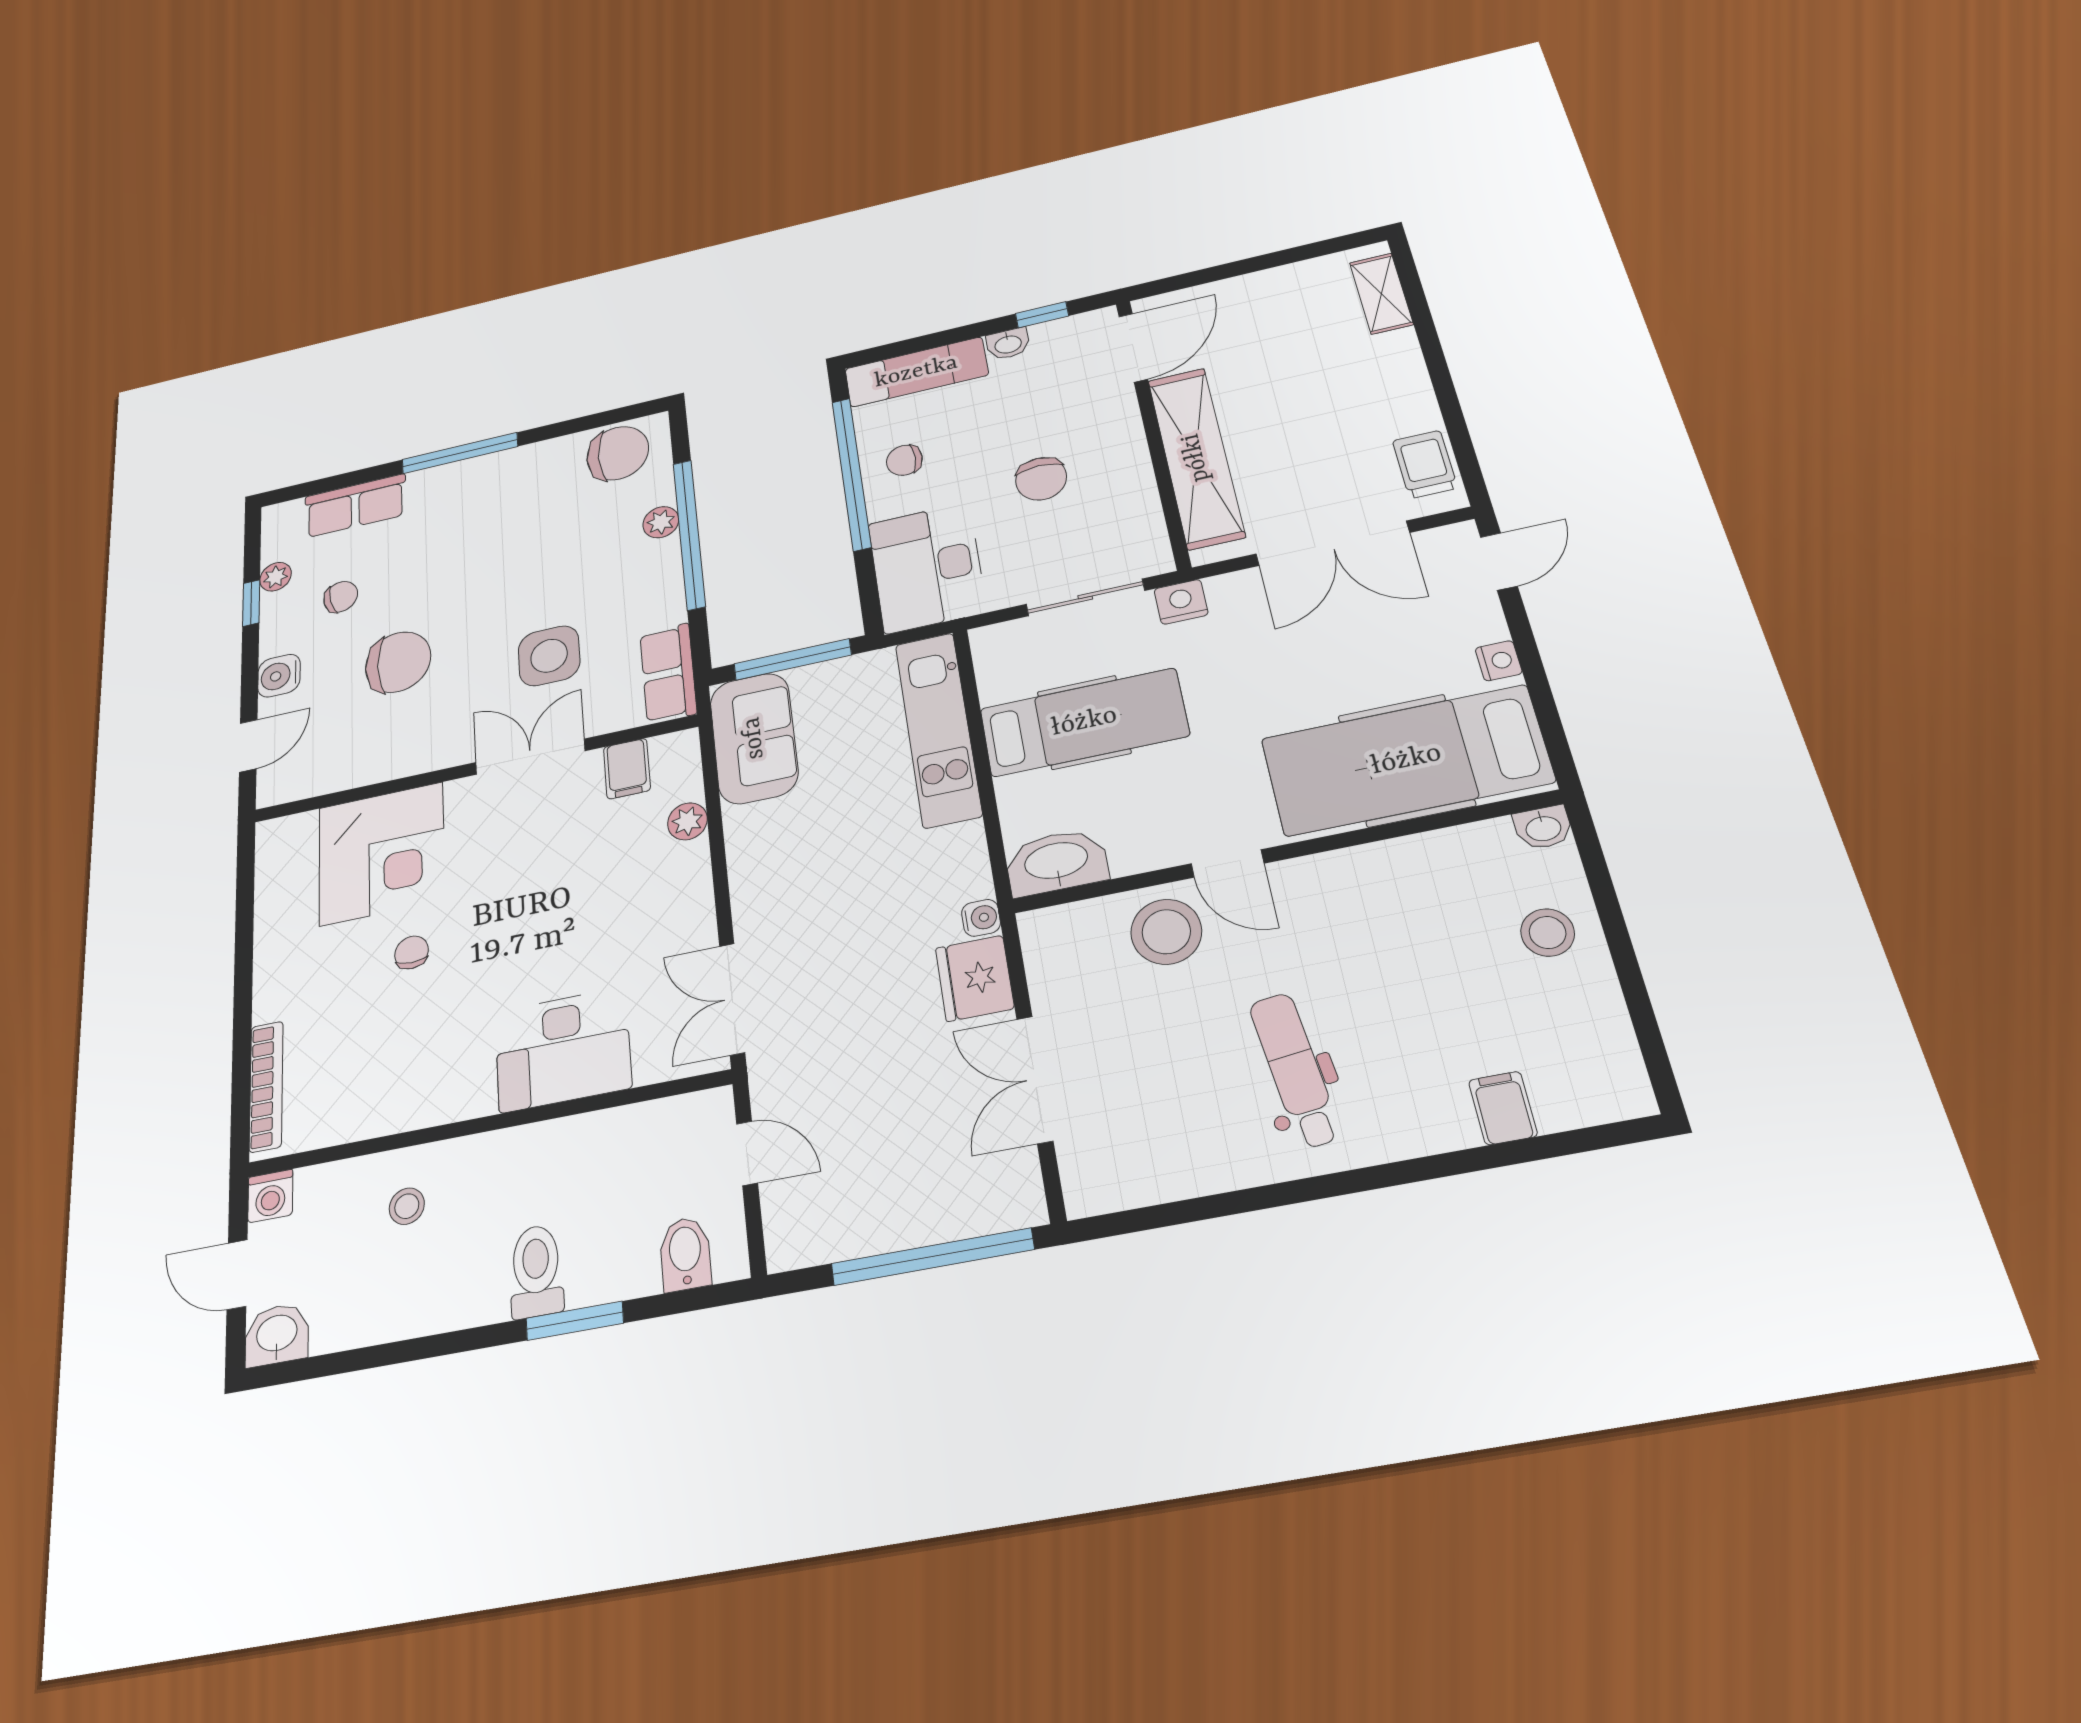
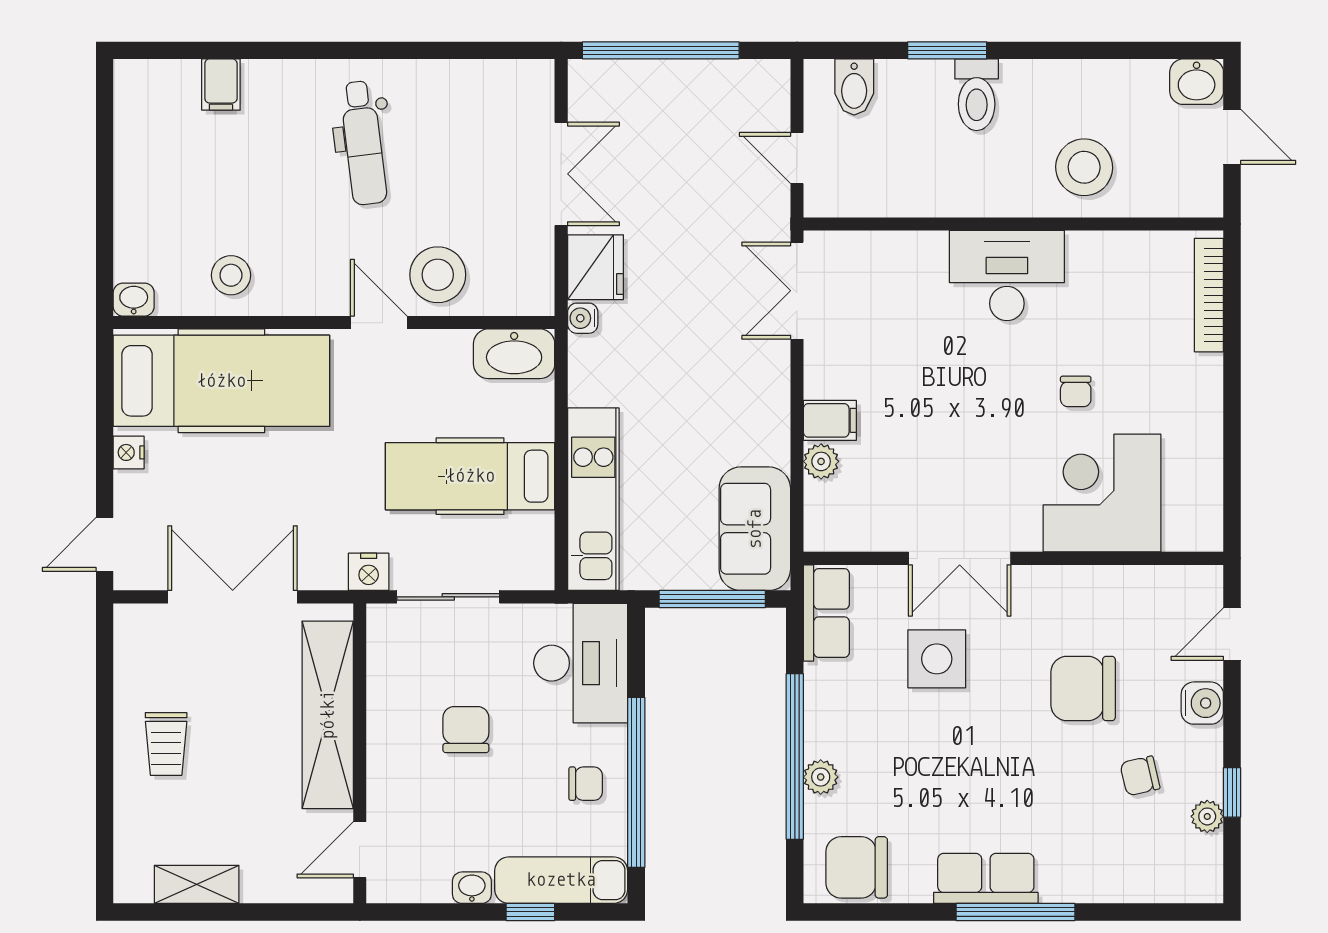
shelving: (1381, 294) -> (197, 884), moved, turned 90
window: (1042, 315) -> (530, 912), moved
door: (1133, 348) -> (360, 850), width x0.73
trolley: (1425, 464) -> (166, 744), moved
row of seats: (355, 506) -> (986, 878), moved
filing cabinet: (627, 769) -> (830, 420), moved, turned 90
stool: (1548, 933) -> (231, 275), moved
double door: (732, 999) -> (797, 291), swing flipped
desk: (563, 1050) -> (1007, 276), moved
washing machine: (270, 1196) -> (1204, 198), removed
stool: (407, 1206) -> (1084, 167), width x1.89, depth x1.89

